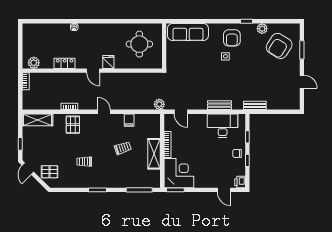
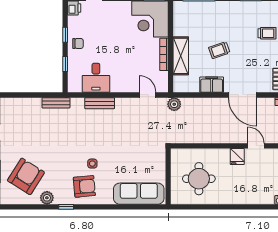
armchair: (232, 38) -> (84, 186), turned 85
door: (104, 112) -> (243, 95), width x1.87
filing cabinet: (129, 120) -> (212, 85), width x2.00
desk: (223, 126) -> (96, 78), width x0.73
shelving: (154, 154) -> (181, 56), moved

